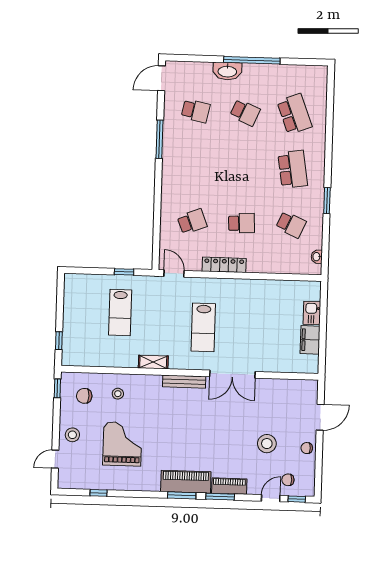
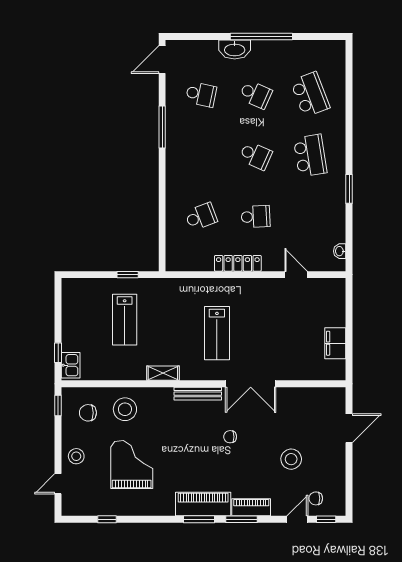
school desk: (291, 225) -> (256, 156), moved
door: (174, 273) -> (296, 275), moved
kitchen sink: (312, 313) -> (71, 365), moved, turned 180
stool: (118, 394) -> (125, 409), width x1.89, depth x1.89
chair: (307, 448) -> (230, 437), moved

